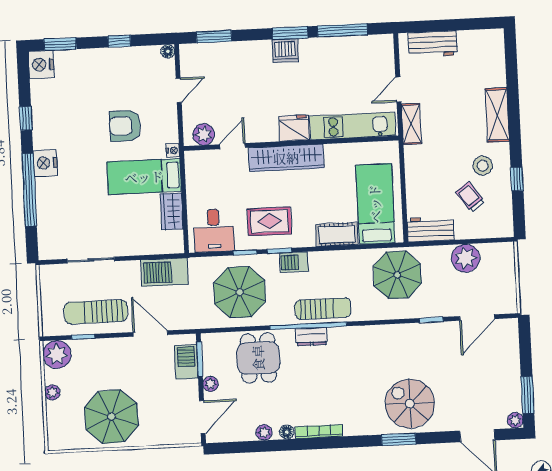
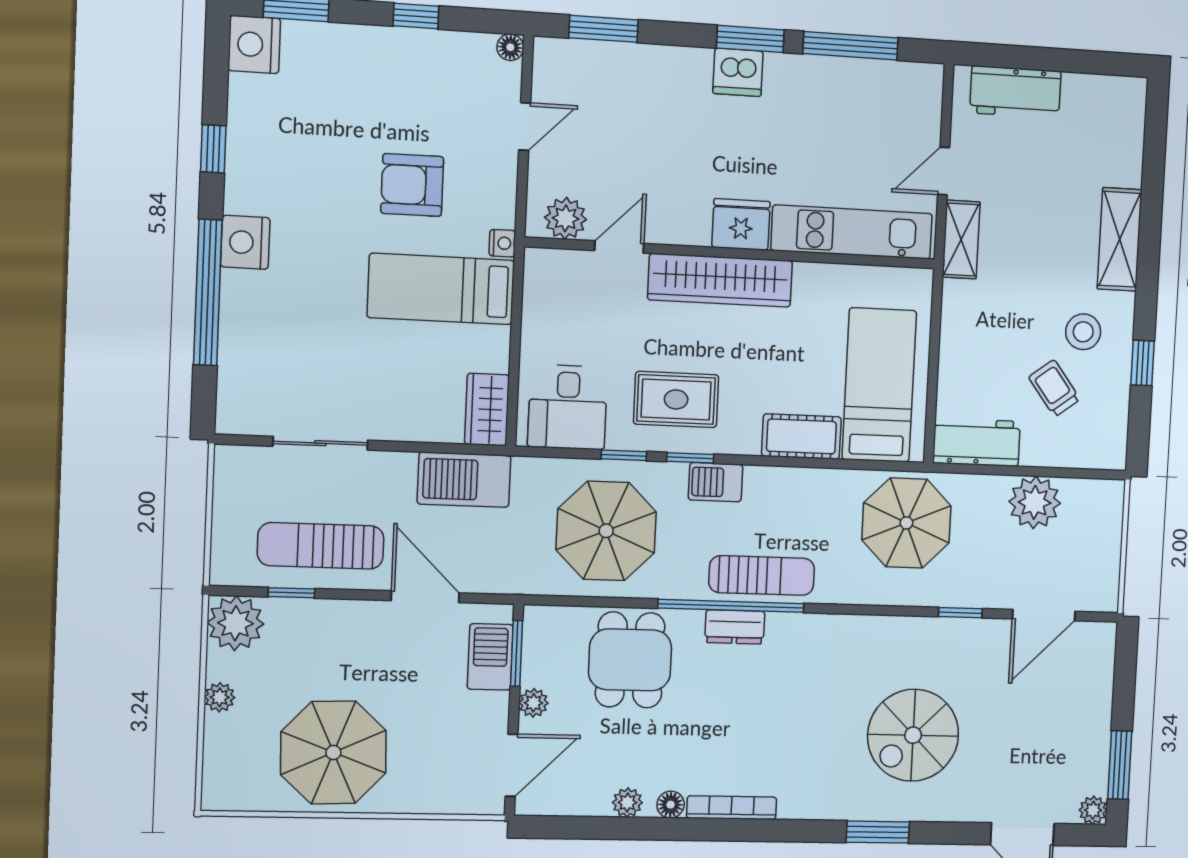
wardrobe: (172, 211) -> (487, 410), moved
spiral stairs: (410, 404) -> (913, 735), moved, turned -90

